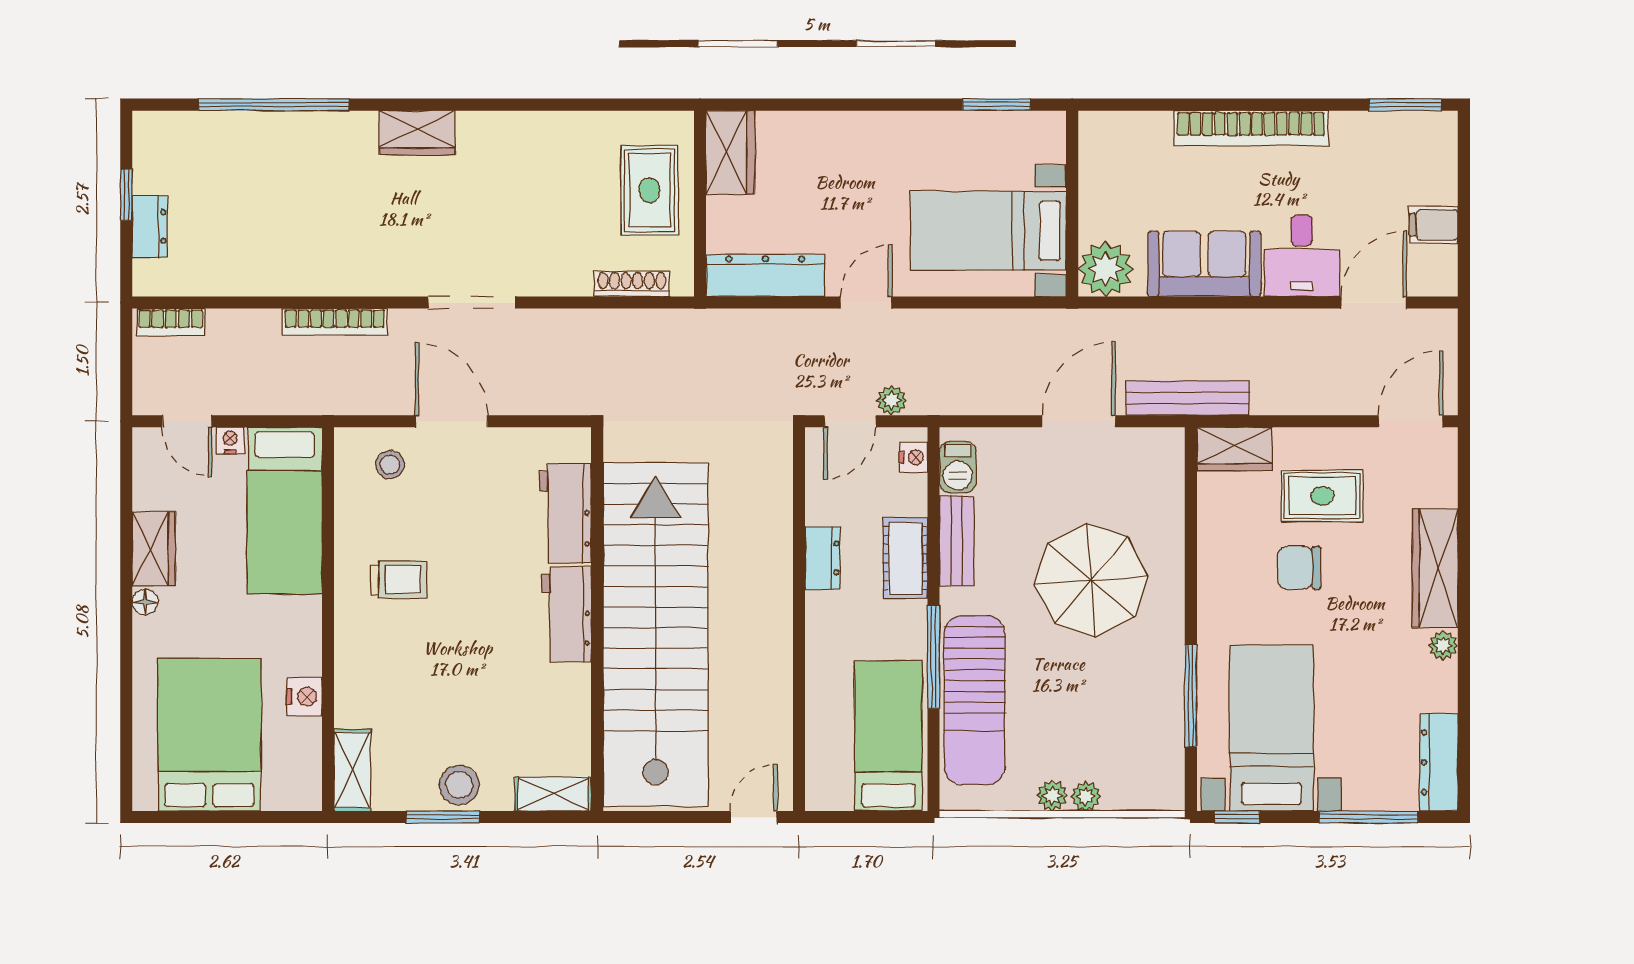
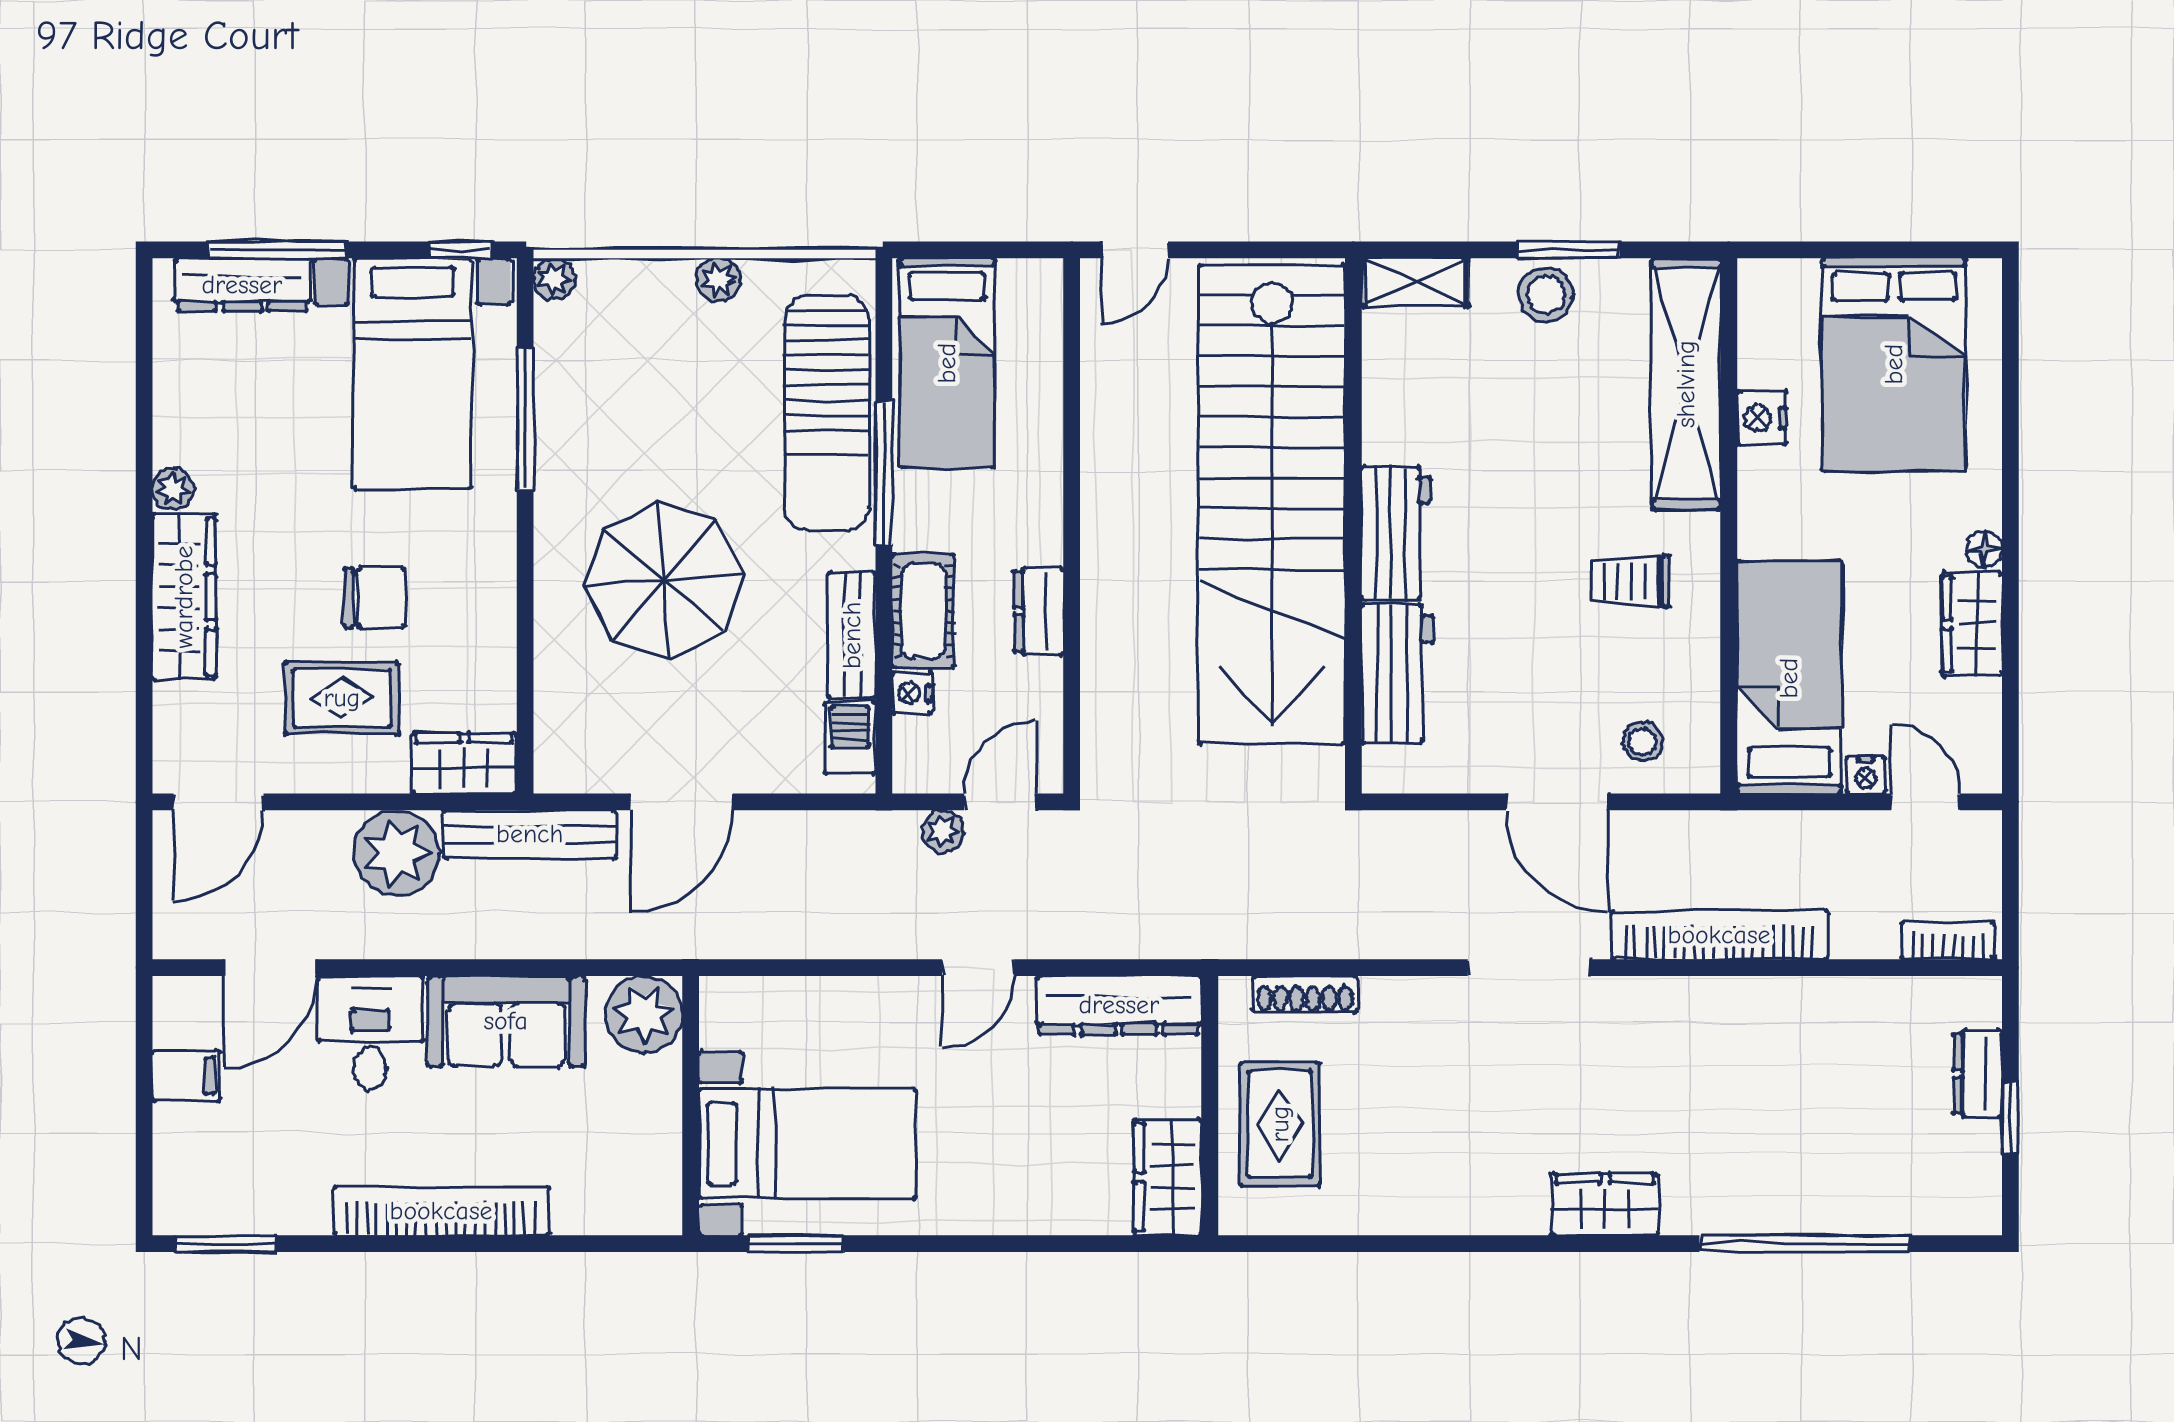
bed with nightstands: (988, 231) -> (808, 1144), moved
bookcase: (335, 322) -> (1719, 935), width x1.48, depth x1.31
plant: (1283, 385) -> (396, 853), added
nightstand: (913, 457) -> (912, 693), moved
sun lounger: (975, 700) -> (827, 413), turned 180
dresser: (1439, 762) -> (242, 285), moved, turned 90
shelving: (352, 770) -> (1686, 384), width x2.20, depth x1.33
plant: (1086, 796) -> (554, 279), moved

